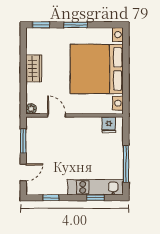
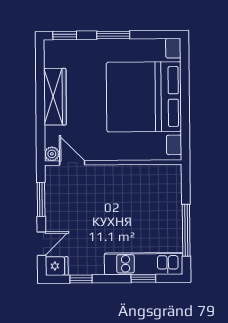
wardrobe: (34, 68) -> (55, 97), width x1.50
door: (56, 115) -> (72, 163), moved
fridge: (109, 125) -> (57, 266), moved, turned -90

